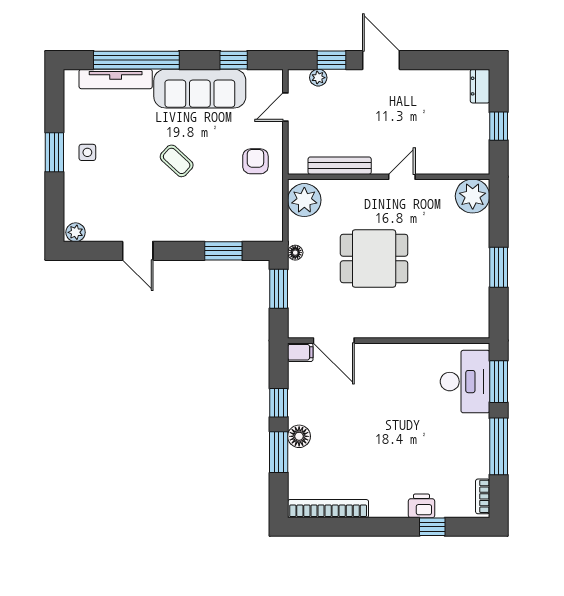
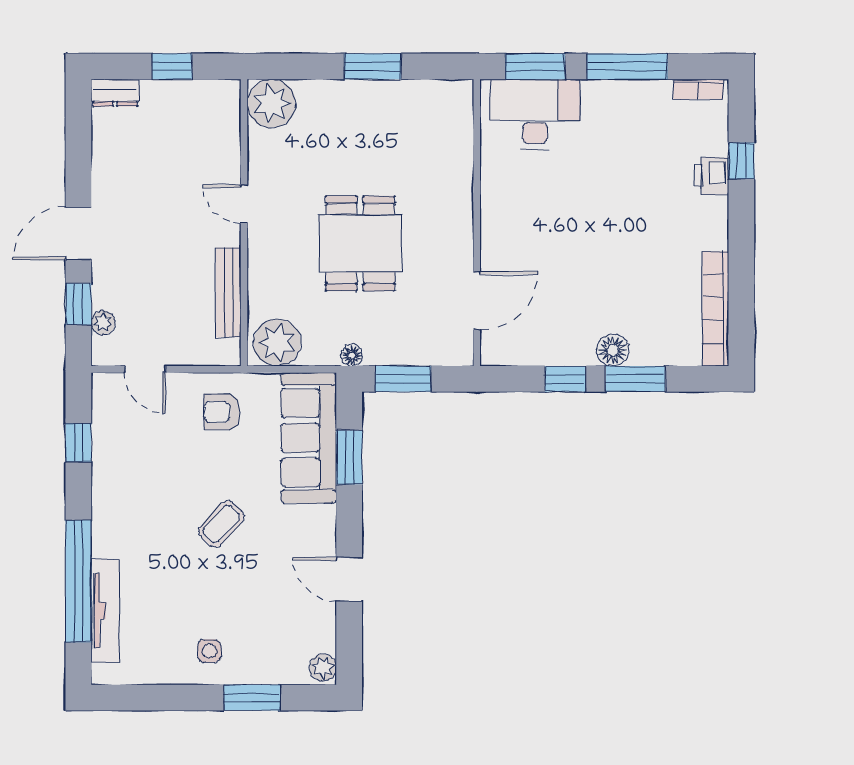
sofa: (200, 89) -> (309, 438), moved, turned 180
window: (54, 152) -> (252, 698), moved
door: (138, 251) -> (349, 579), swing flipped
filing cabinet: (300, 352) -> (493, 348), removed

